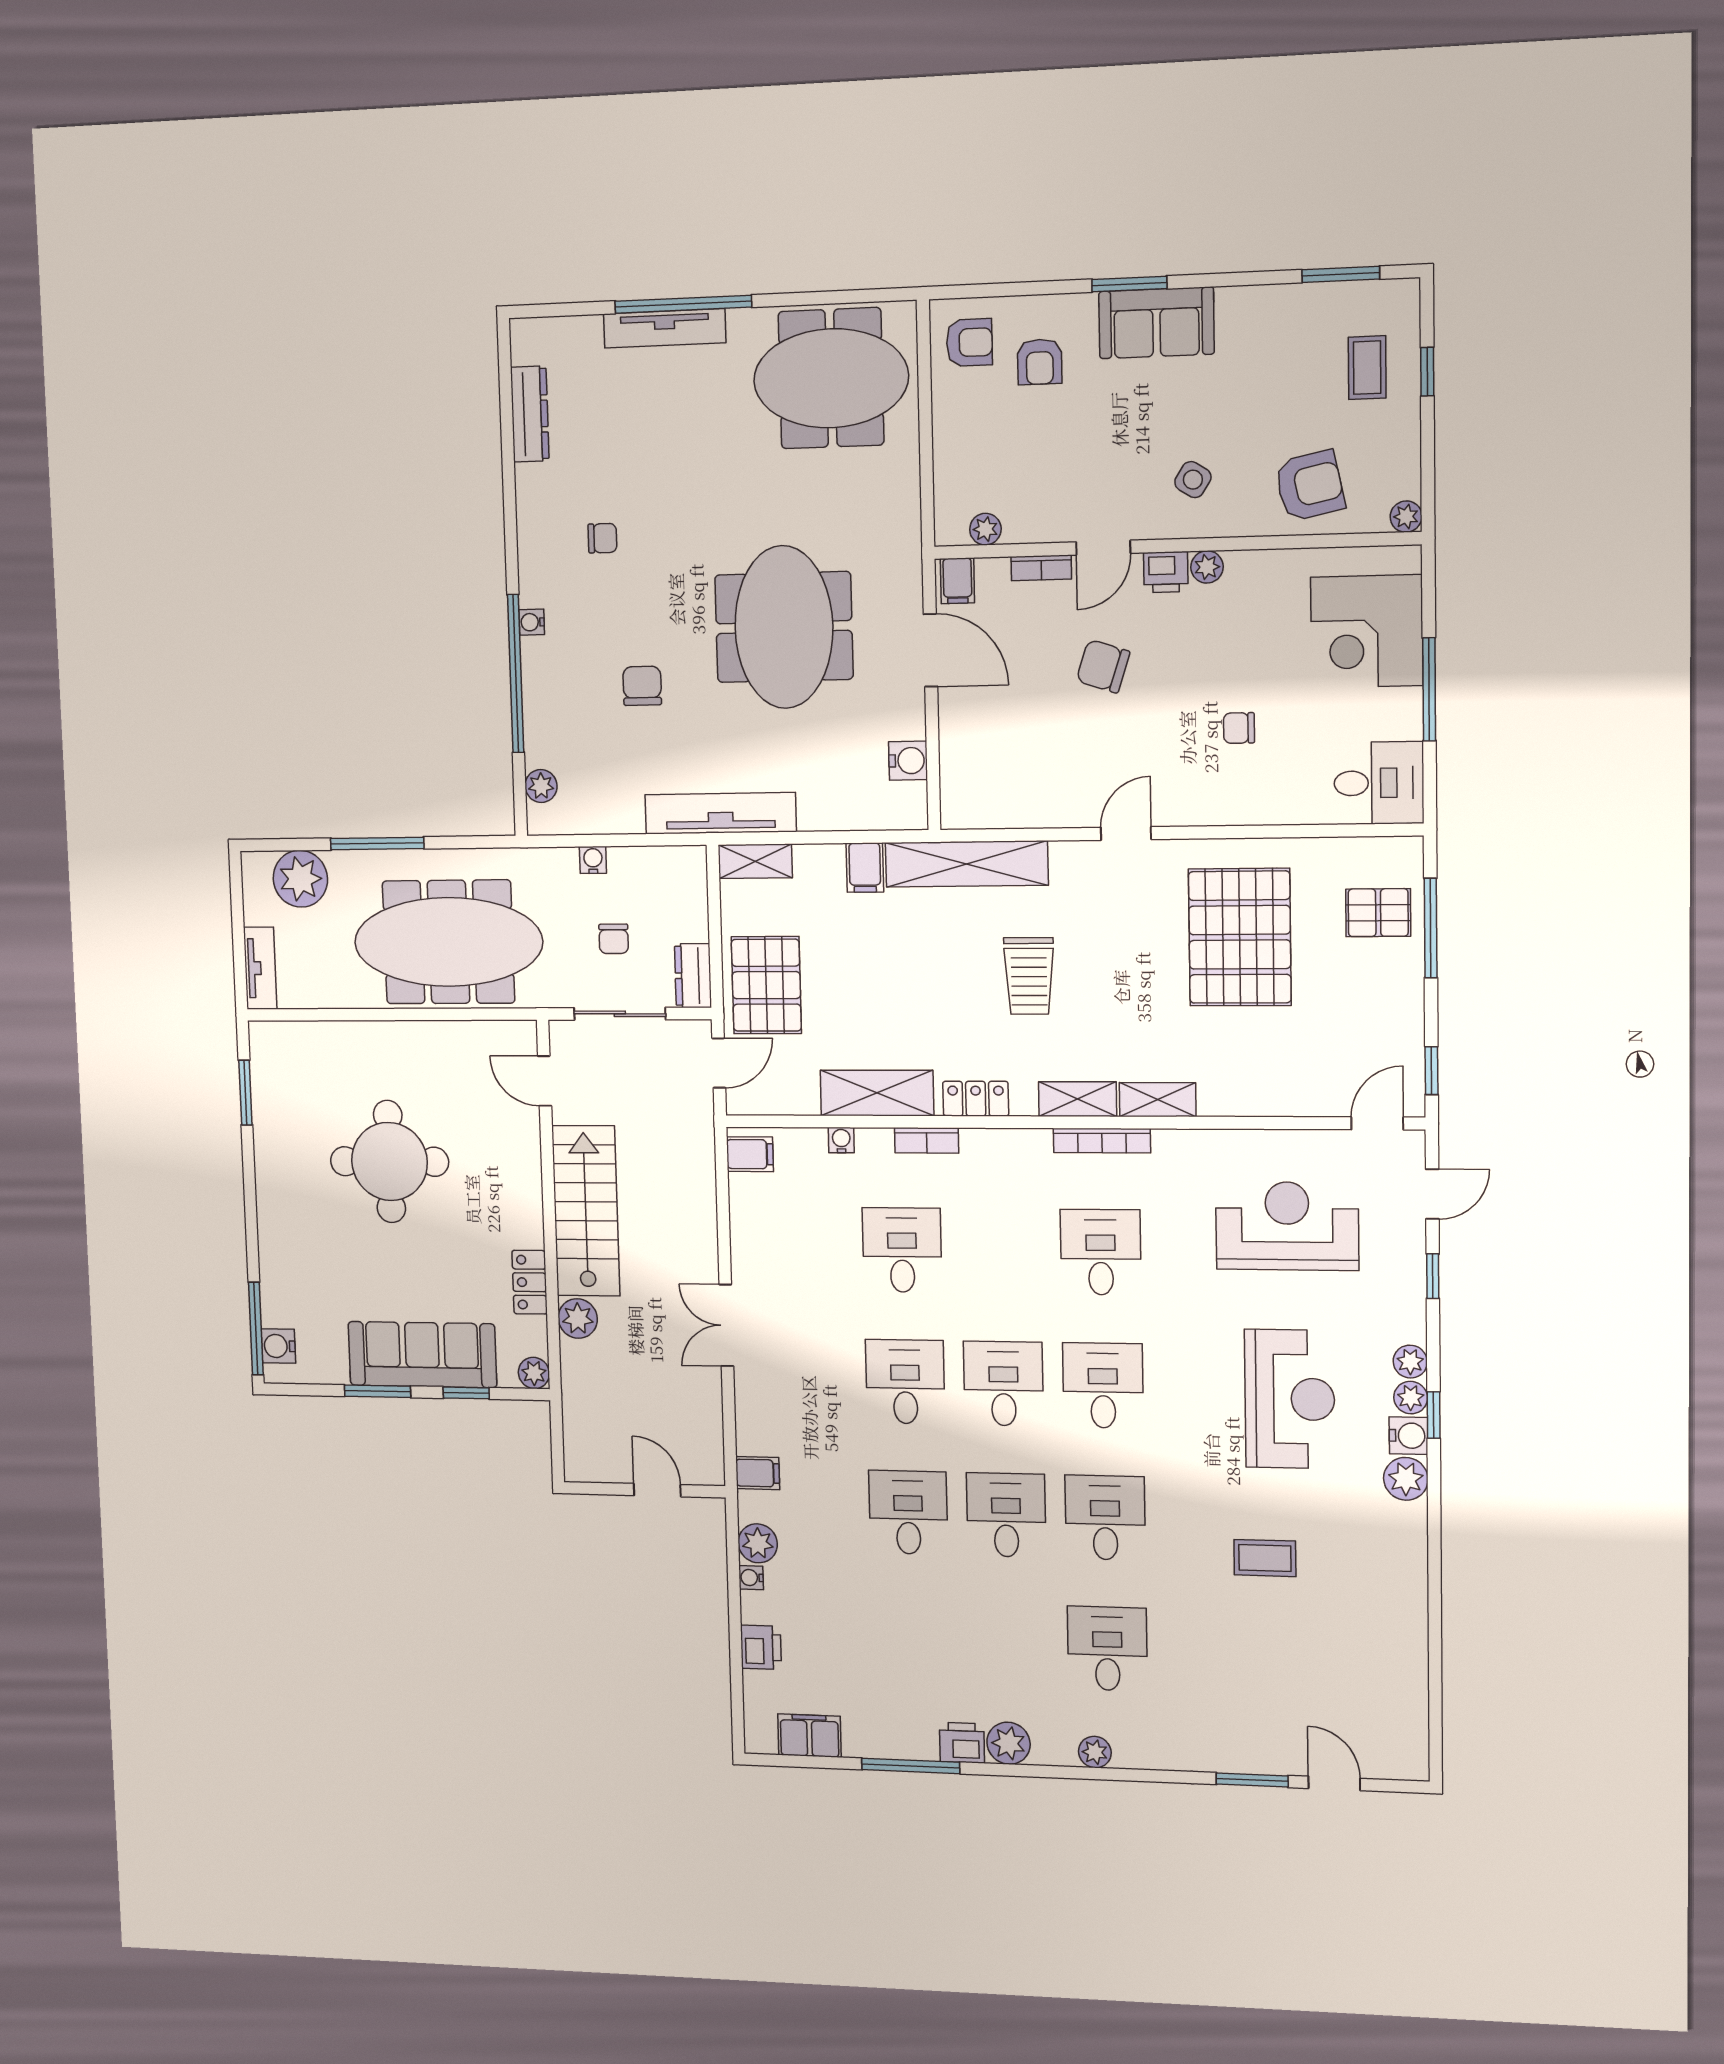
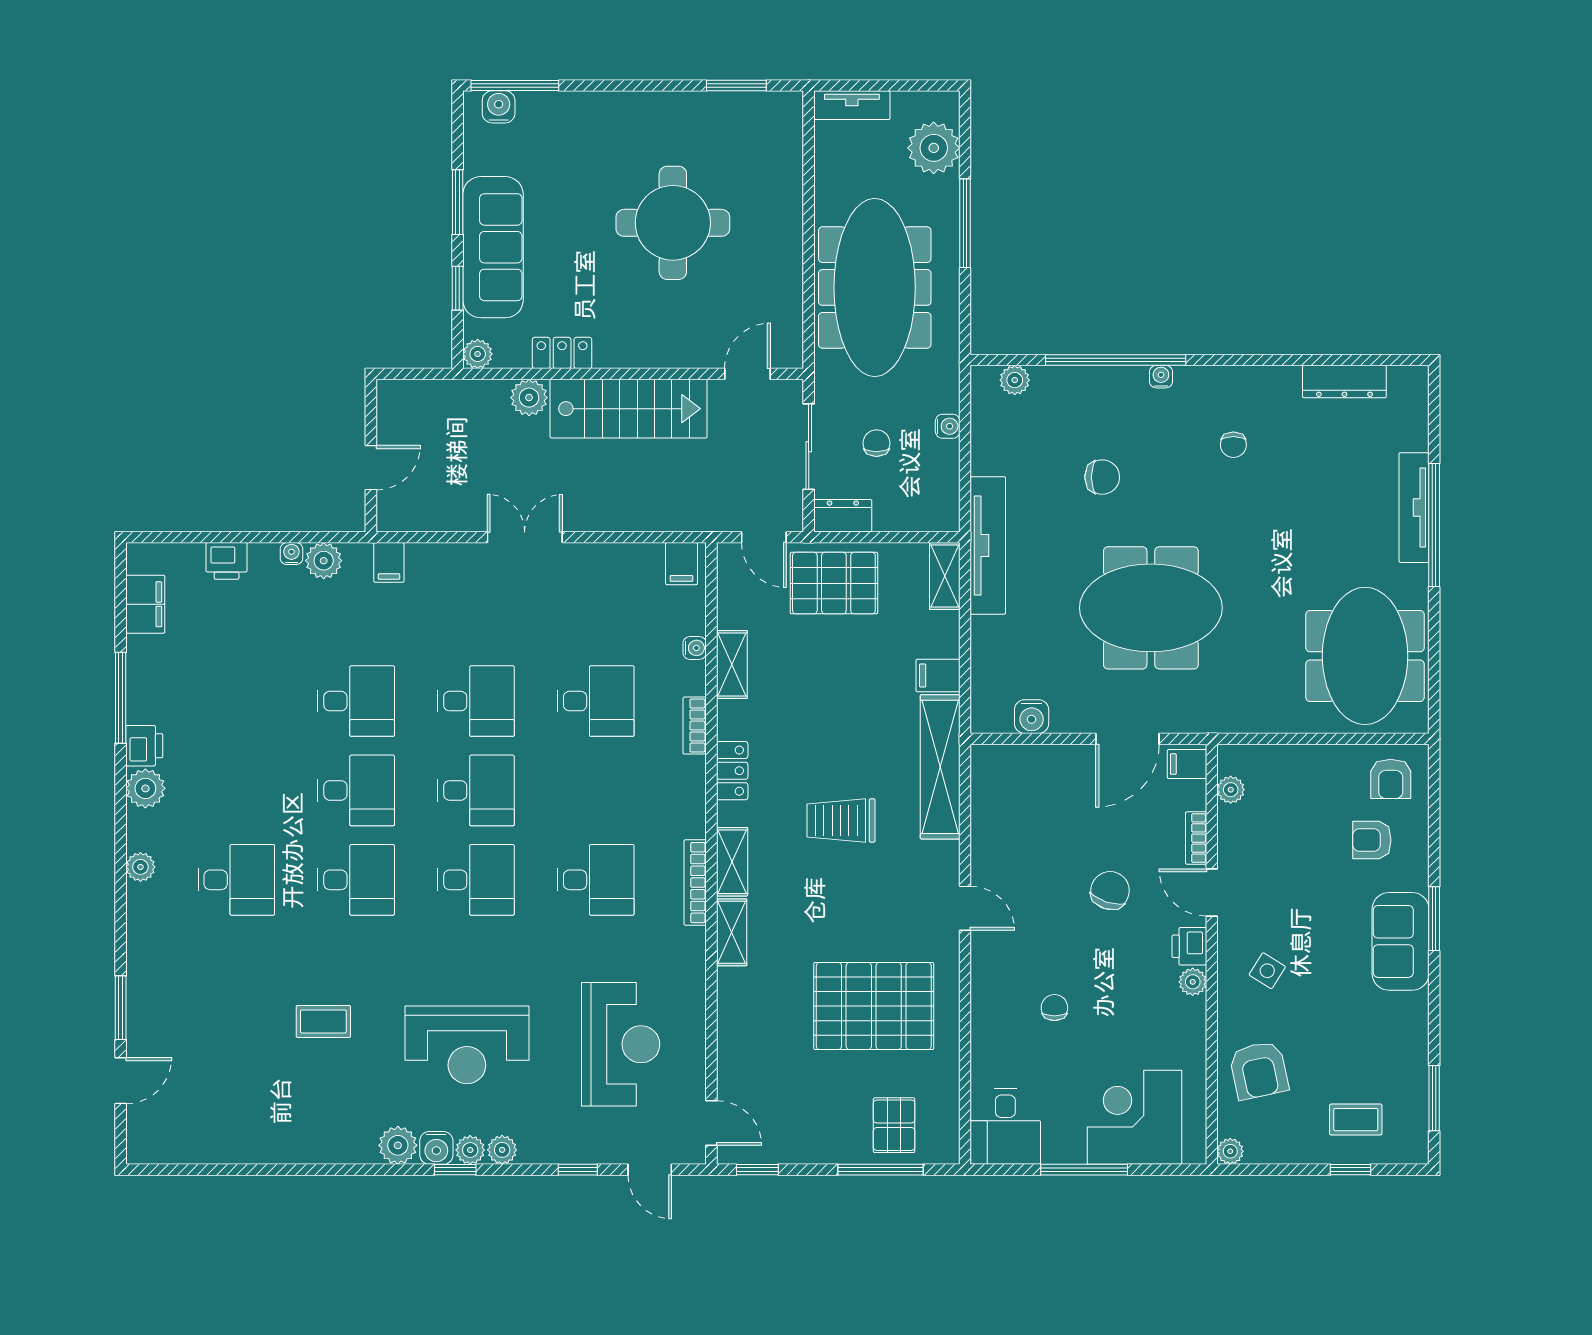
chair: (614, 939) -> (876, 443), turned 90
shelving: (877, 1093) -> (732, 665), width x0.67, depth x0.75
coffee table: (1265, 1558) -> (323, 1021), turned 90

